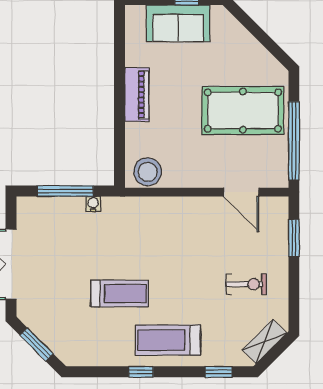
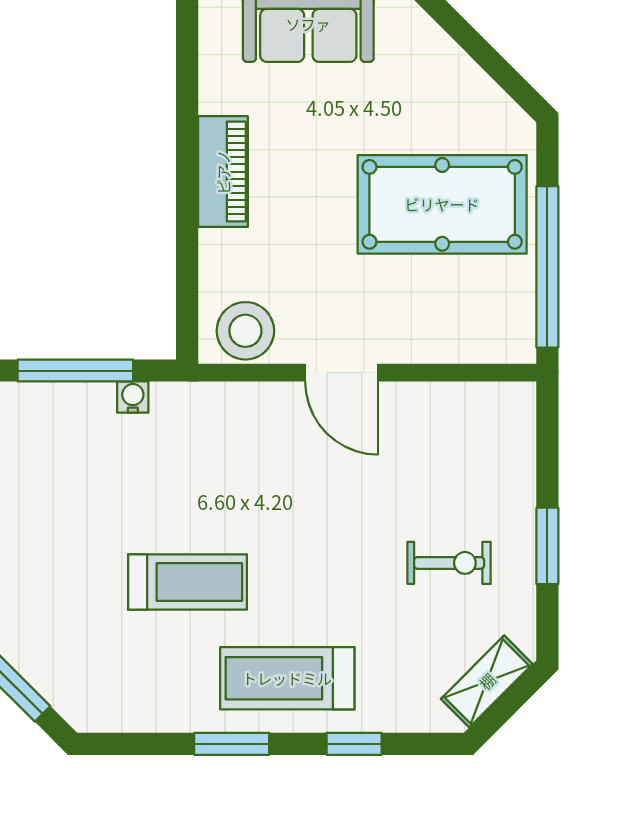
door: (241, 192) -> (342, 373), moved
window: (294, 238) -> (547, 546), moved
window: (141, 372) -> (232, 744), width x1.50
window: (219, 372) -> (354, 744), moved

